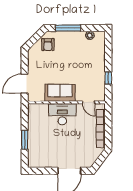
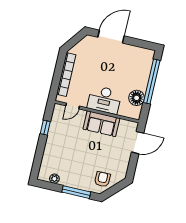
door: (89, 102) -> (73, 106), swing flipped
floor lamp: (35, 122) -> (137, 98), added
window: (25, 140) -> (152, 82), width x2.11

